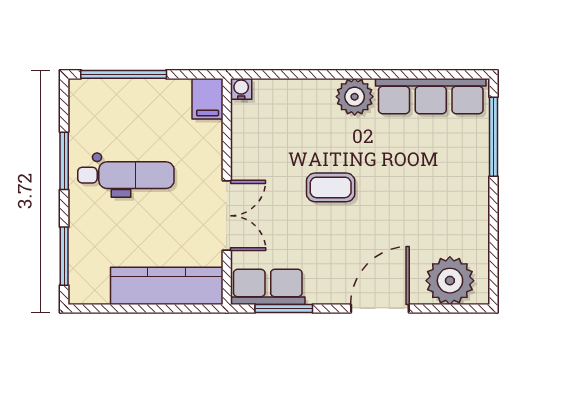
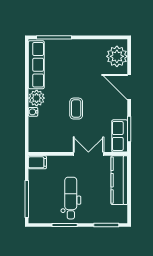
water cooler: (241, 89) -> (33, 112), moved

